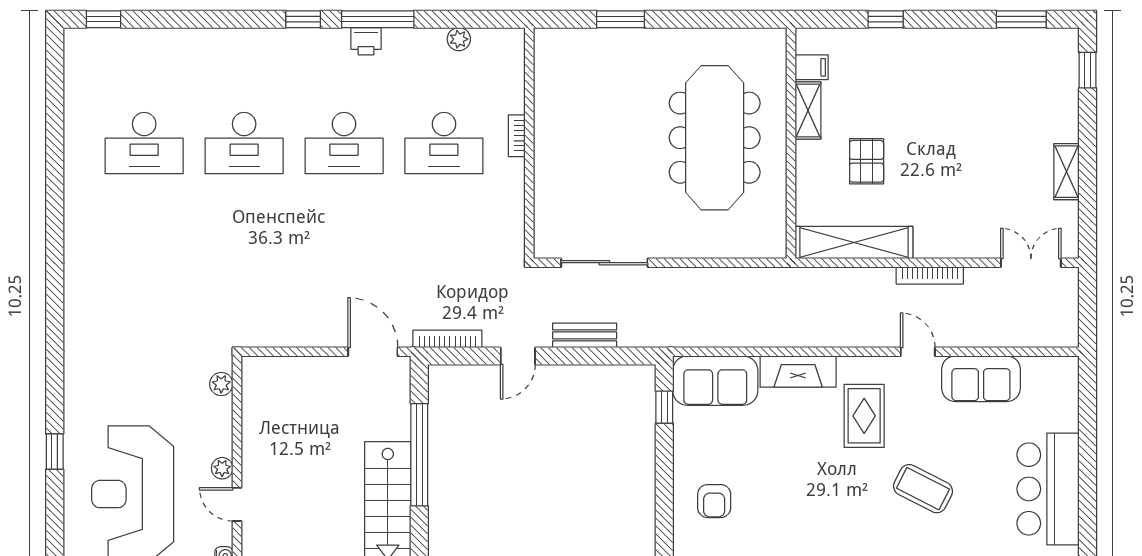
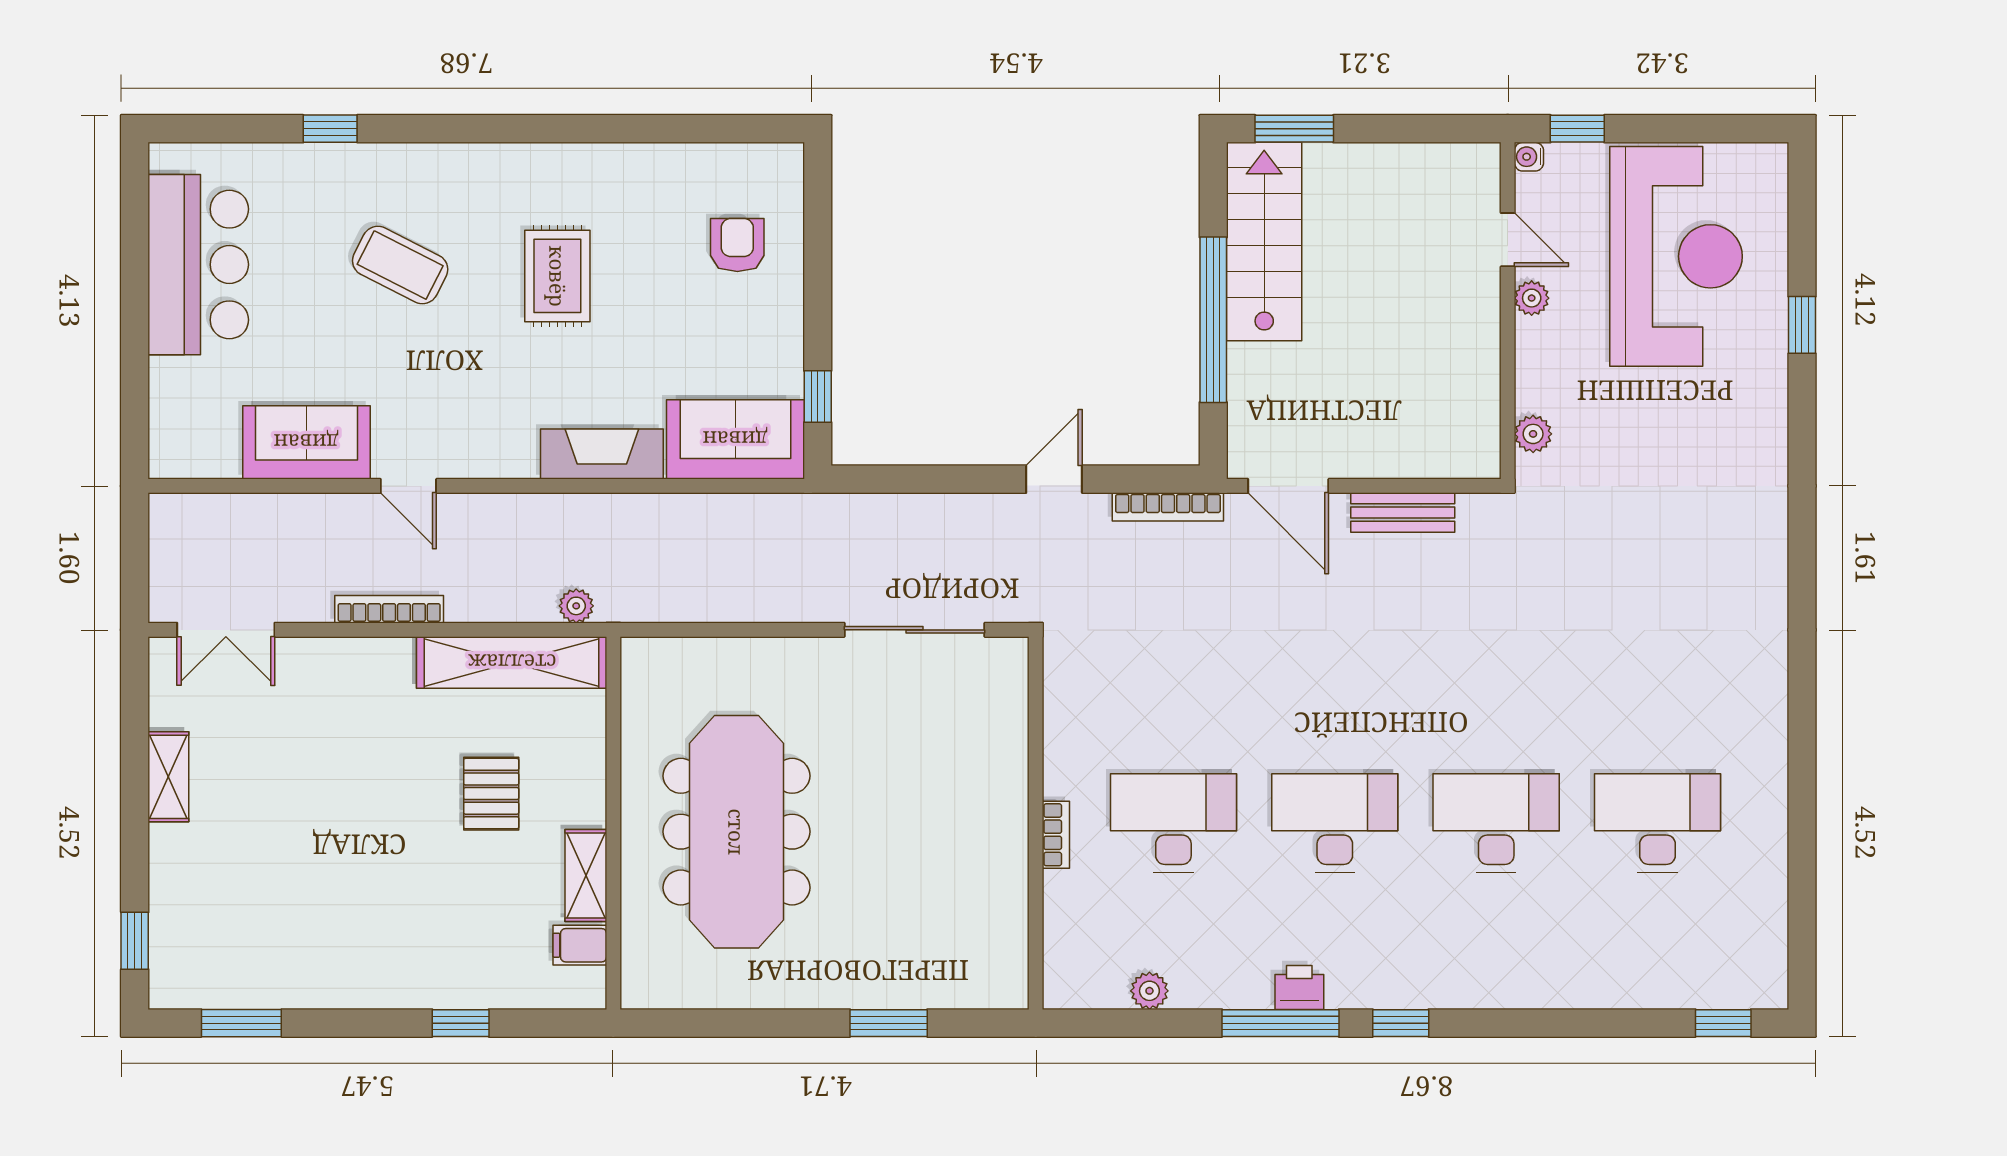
plant: (814, 278) -> (576, 606), added
bench: (585, 335) -> (1403, 512), moved
rug: (864, 416) -> (557, 276), moved

